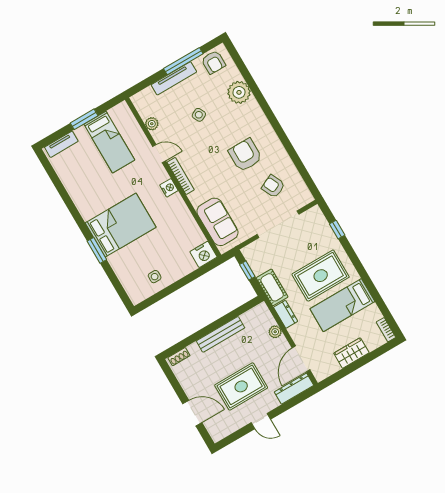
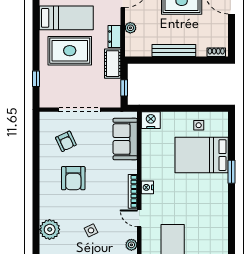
bed: (121, 225) -> (202, 155), moved

